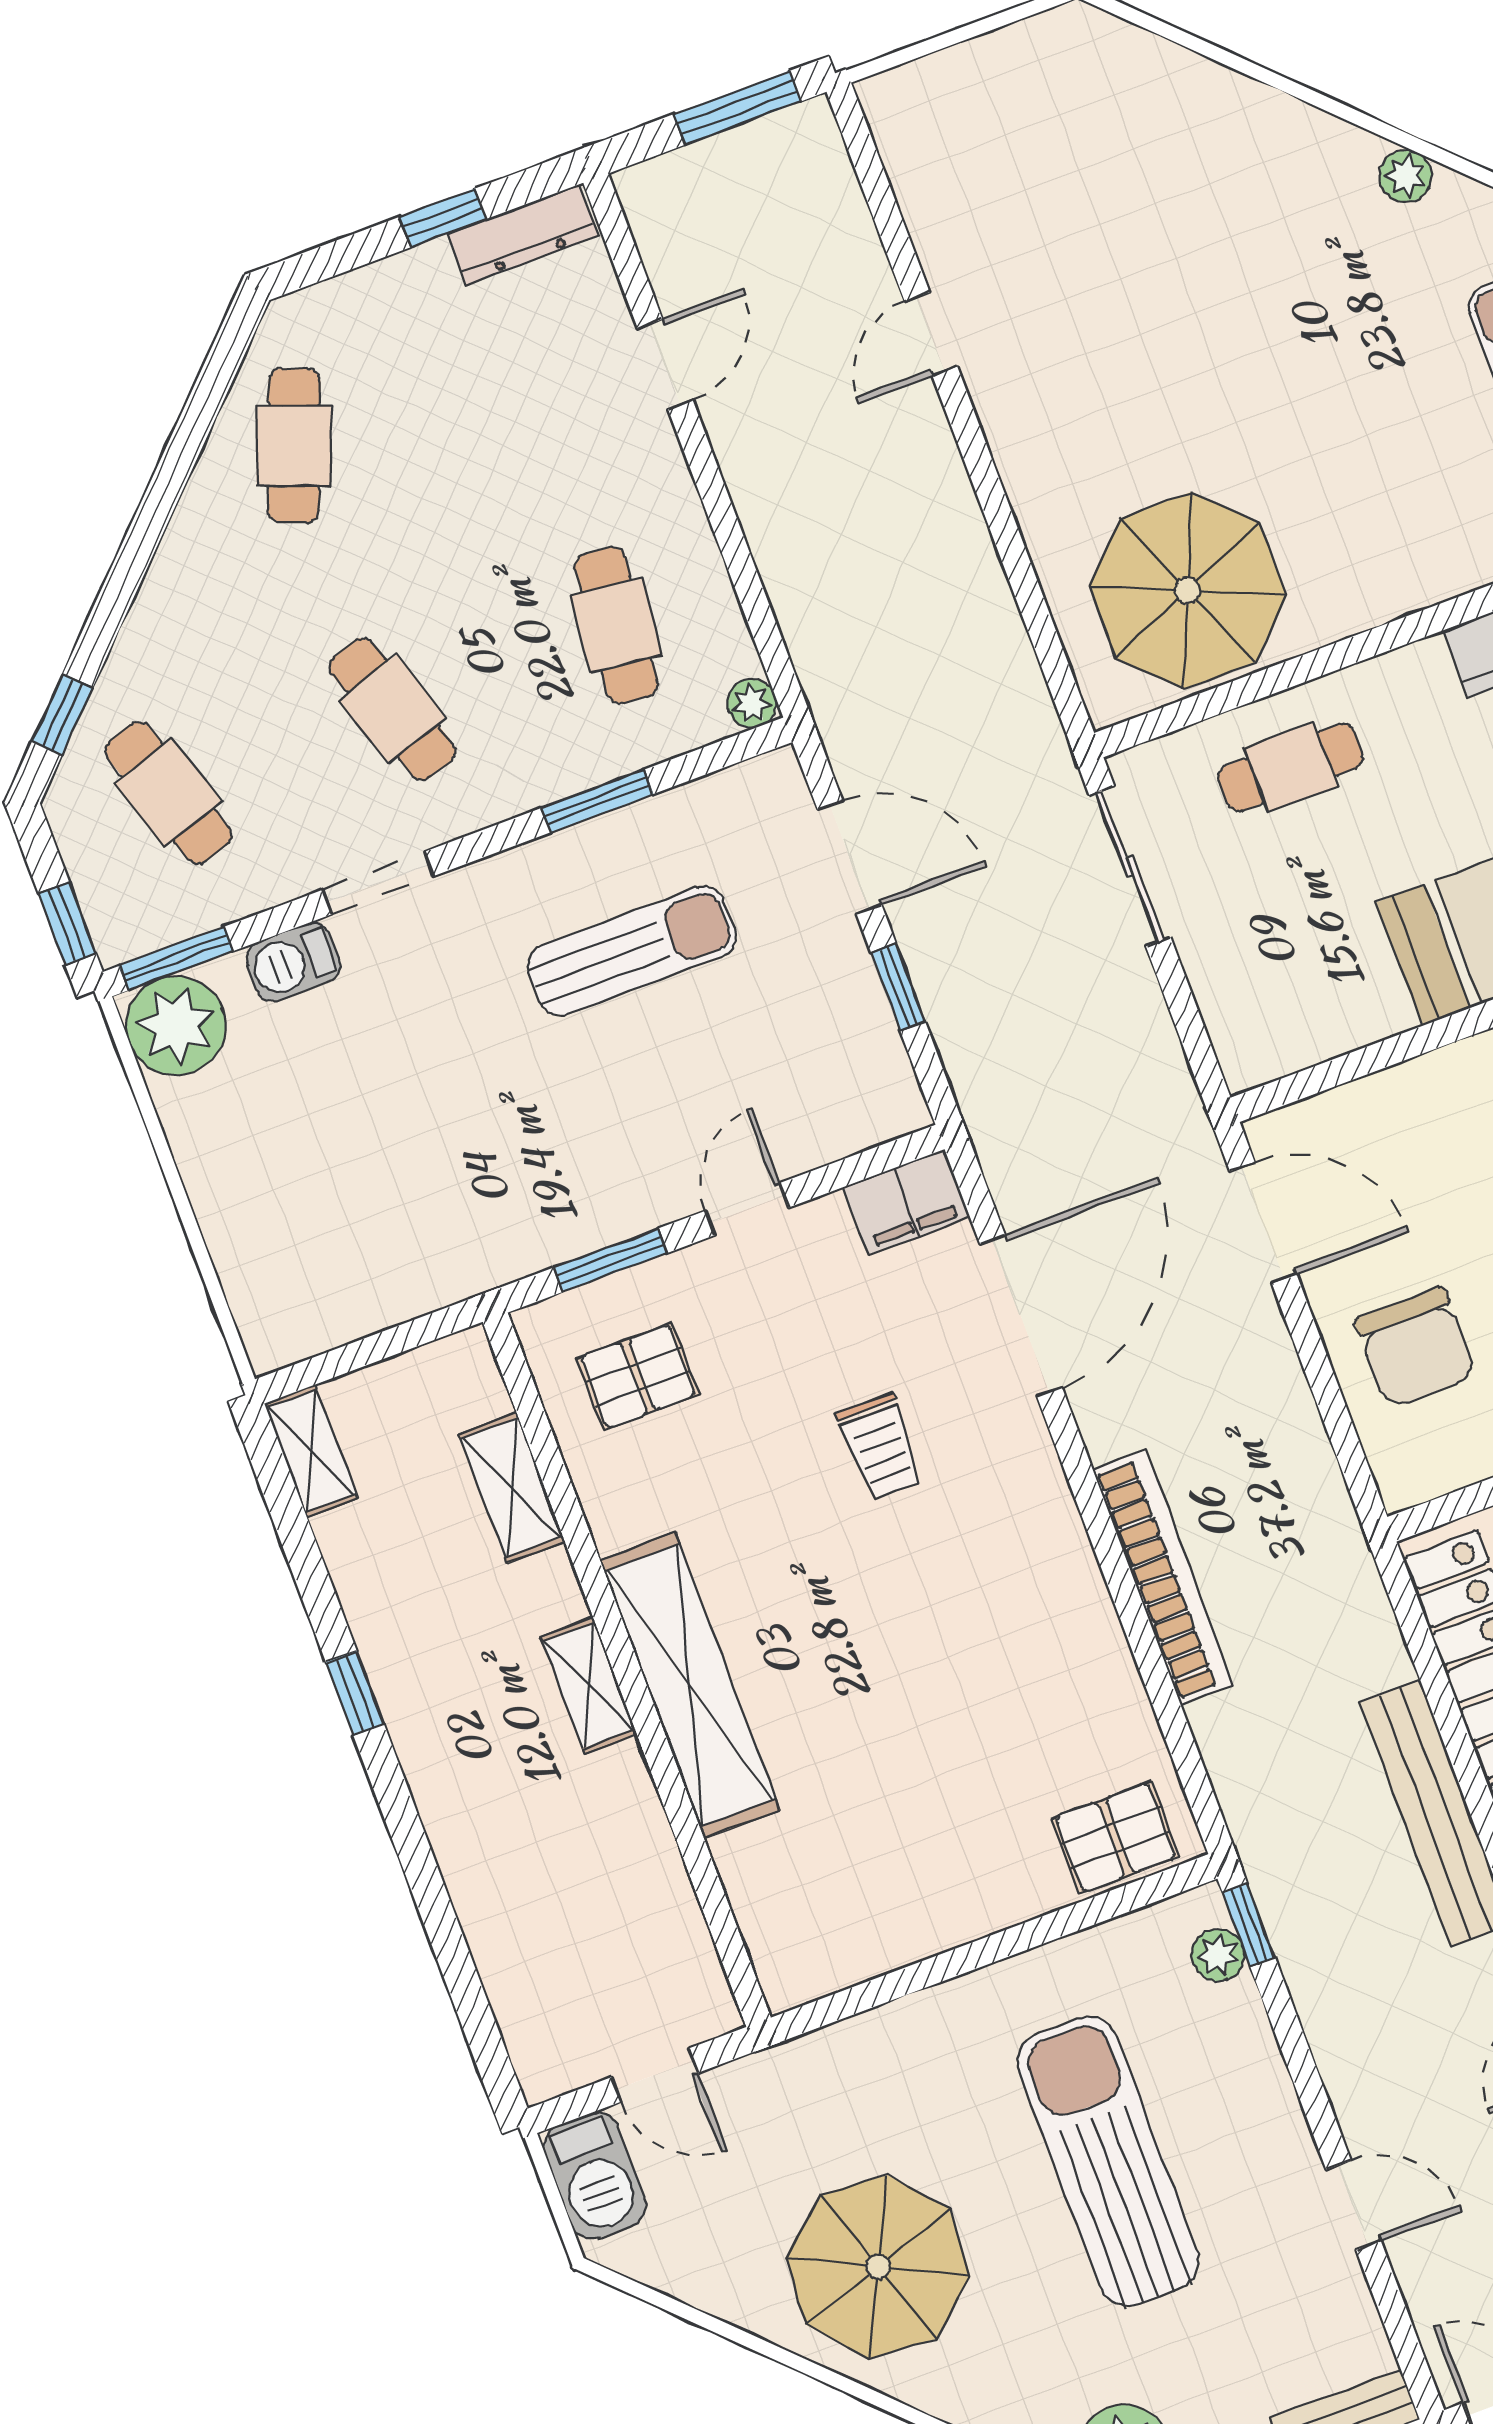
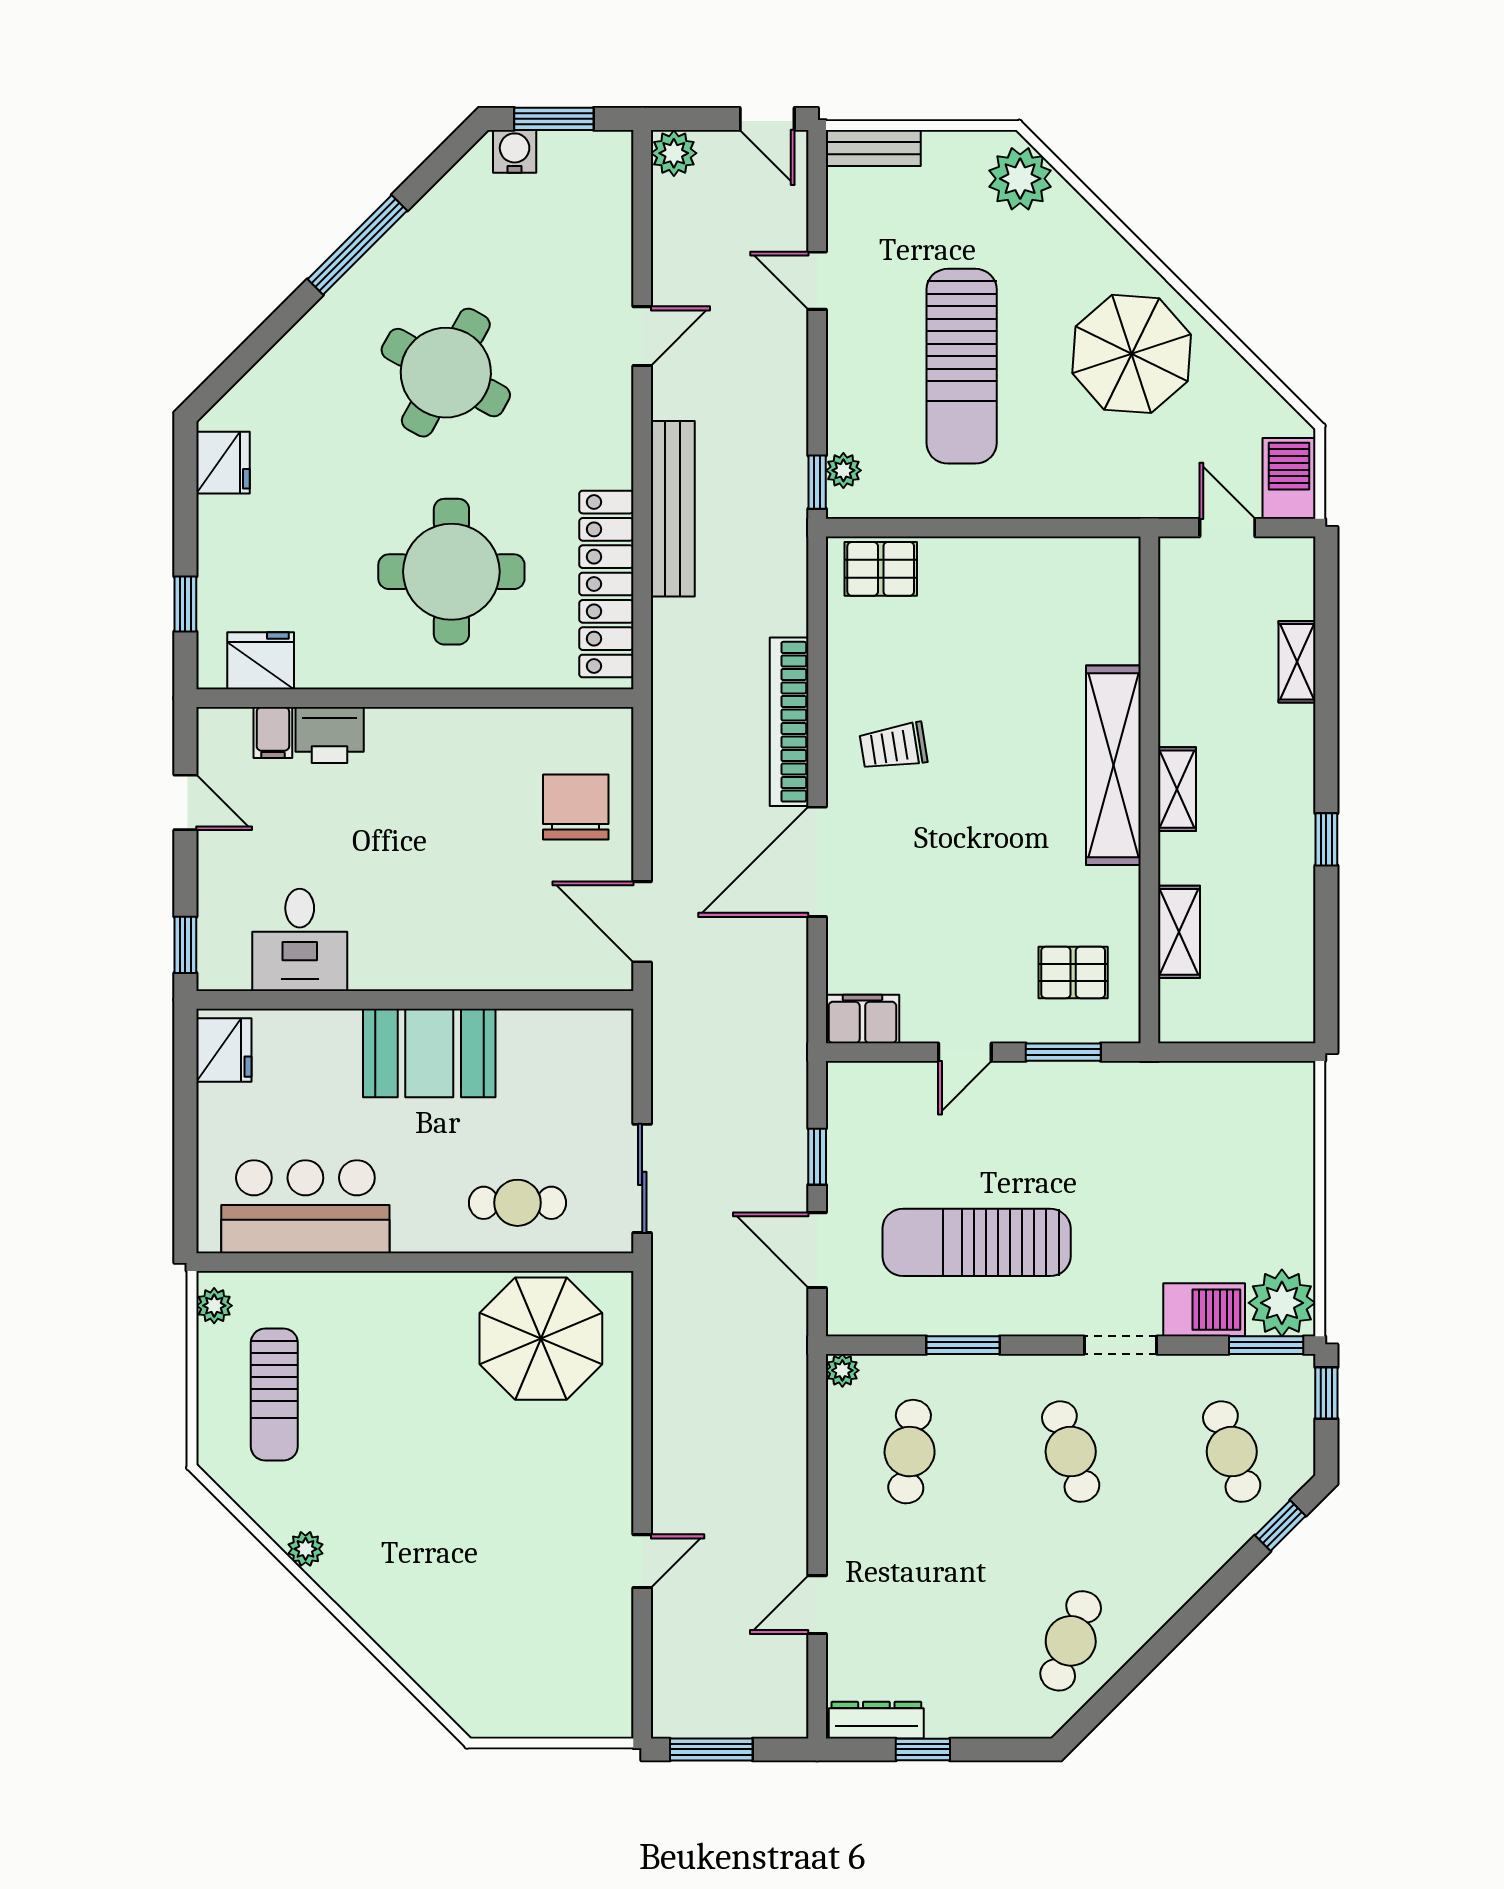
sun lounger: (632, 951) -> (977, 1242), width x1.36, depth x1.34
barbecue: (293, 962) -> (1204, 1310), width x1.38, depth x1.27
door: (1021, 1316) -> (817, 862), moved
trolley: (880, 1446) -> (893, 747), moved, turned -99
shelving: (311, 1451) -> (1297, 662), moved

